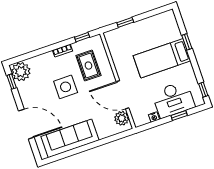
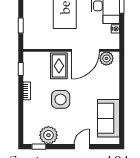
rug: (88, 66) -> (59, 66), moved, turned 90
plant: (21, 72) -> (48, 135), moved
door: (26, 124) -> (82, 147), width x0.53
sofa: (70, 138) -> (109, 118), width x0.73

